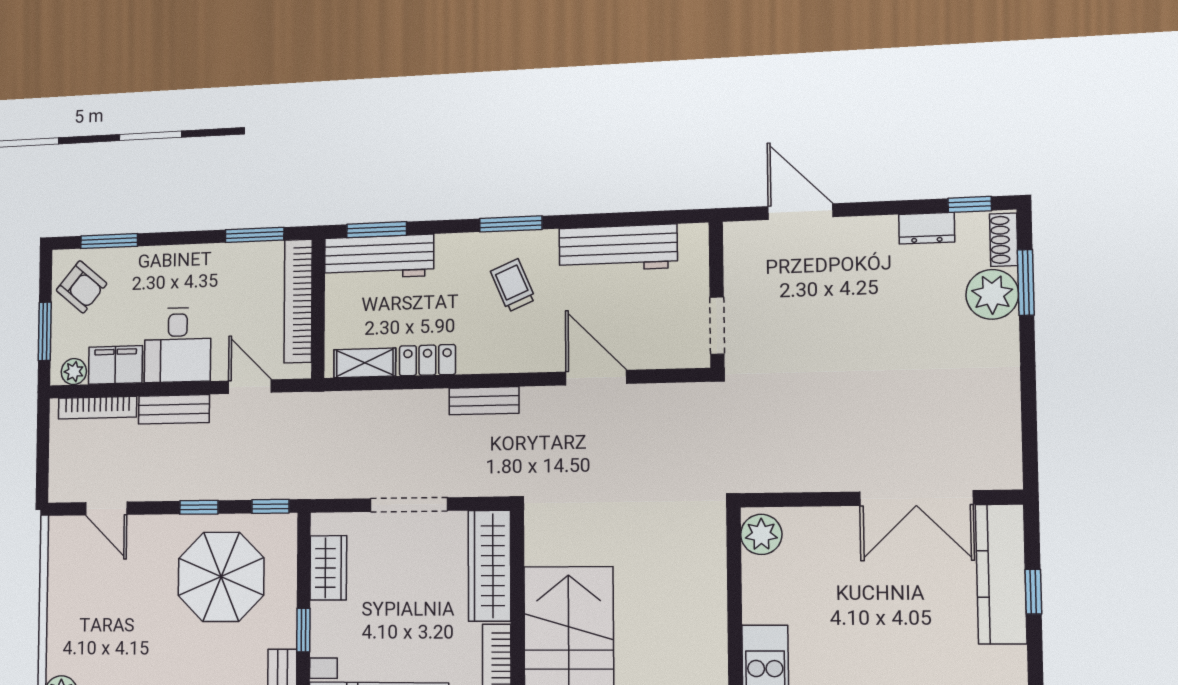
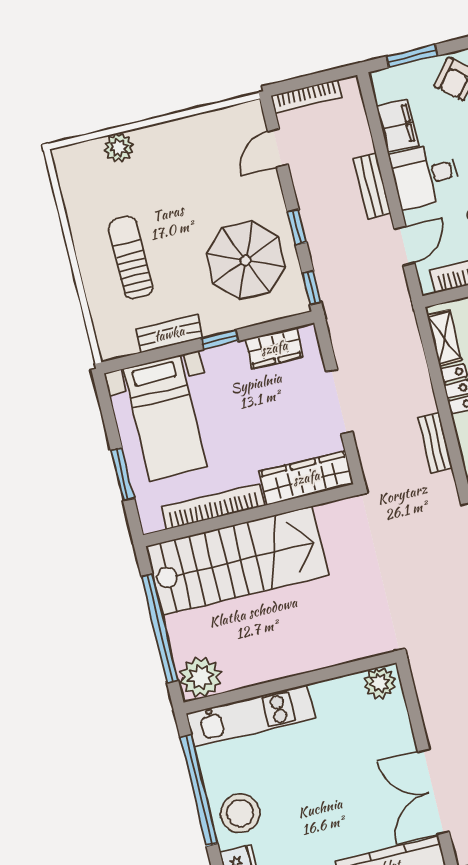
plant: (74, 372) -> (384, 90), removed
bookcase: (97, 408) -> (307, 96), moved, turned -90

